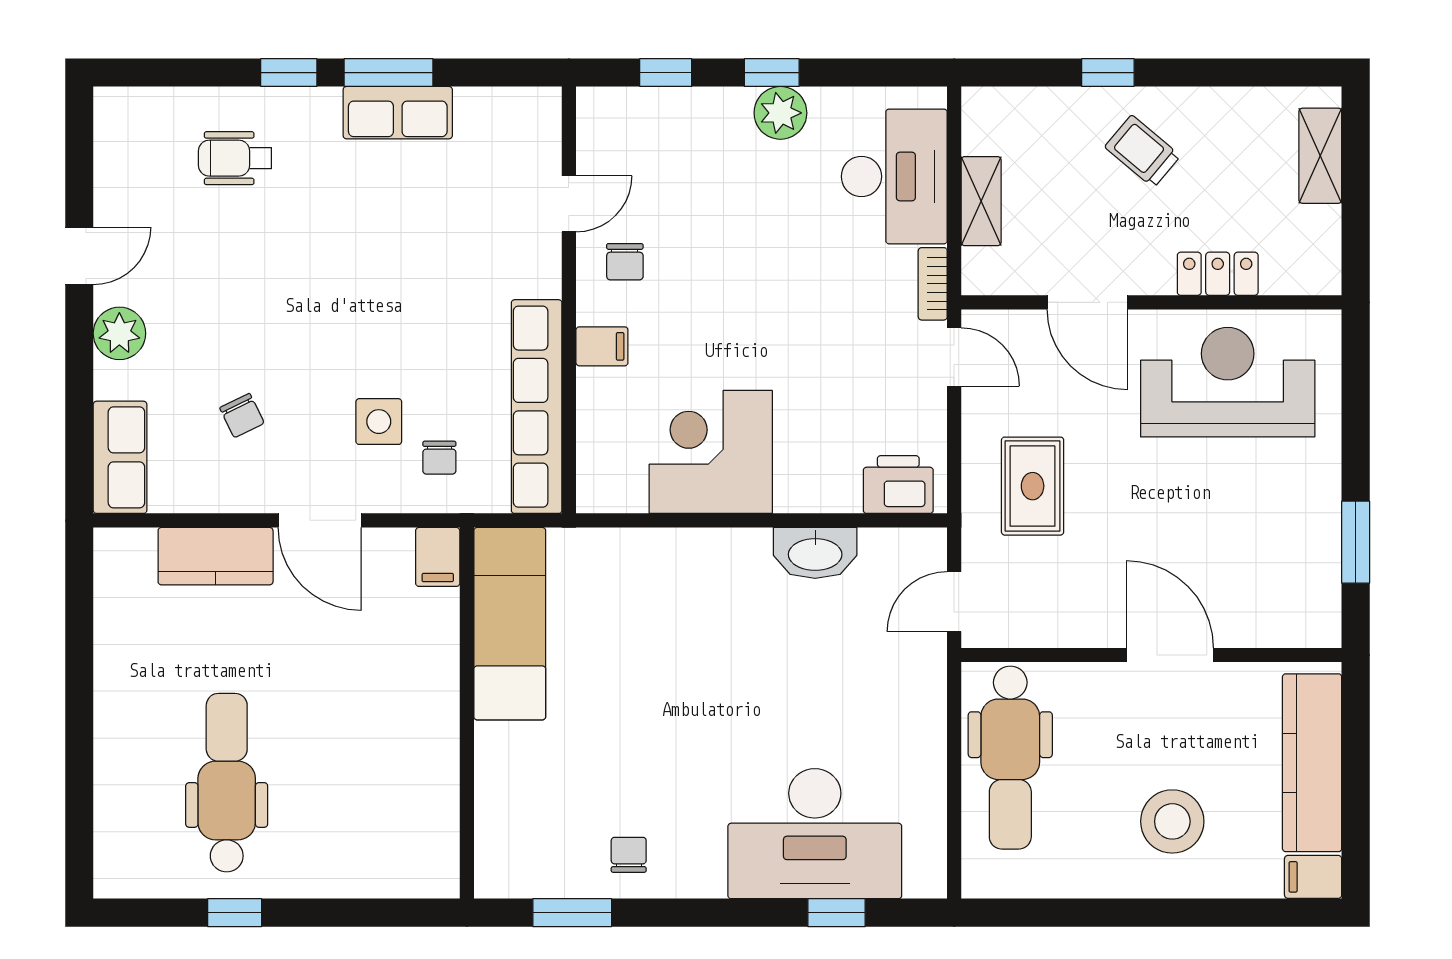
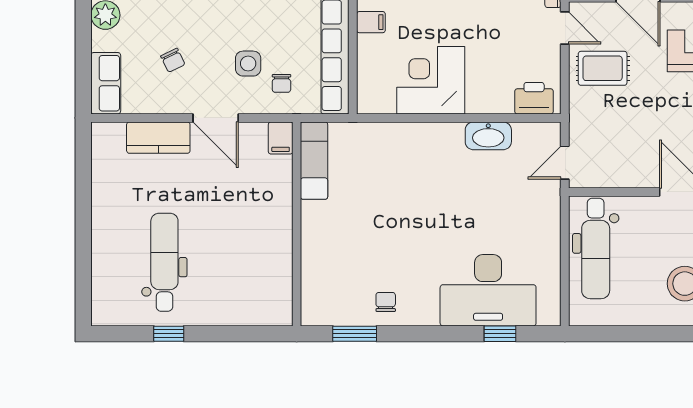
rug: (1033, 486) -> (603, 68), moved, turned 90
exam couch: (510, 624) -> (314, 161), width x0.73, depth x0.69

